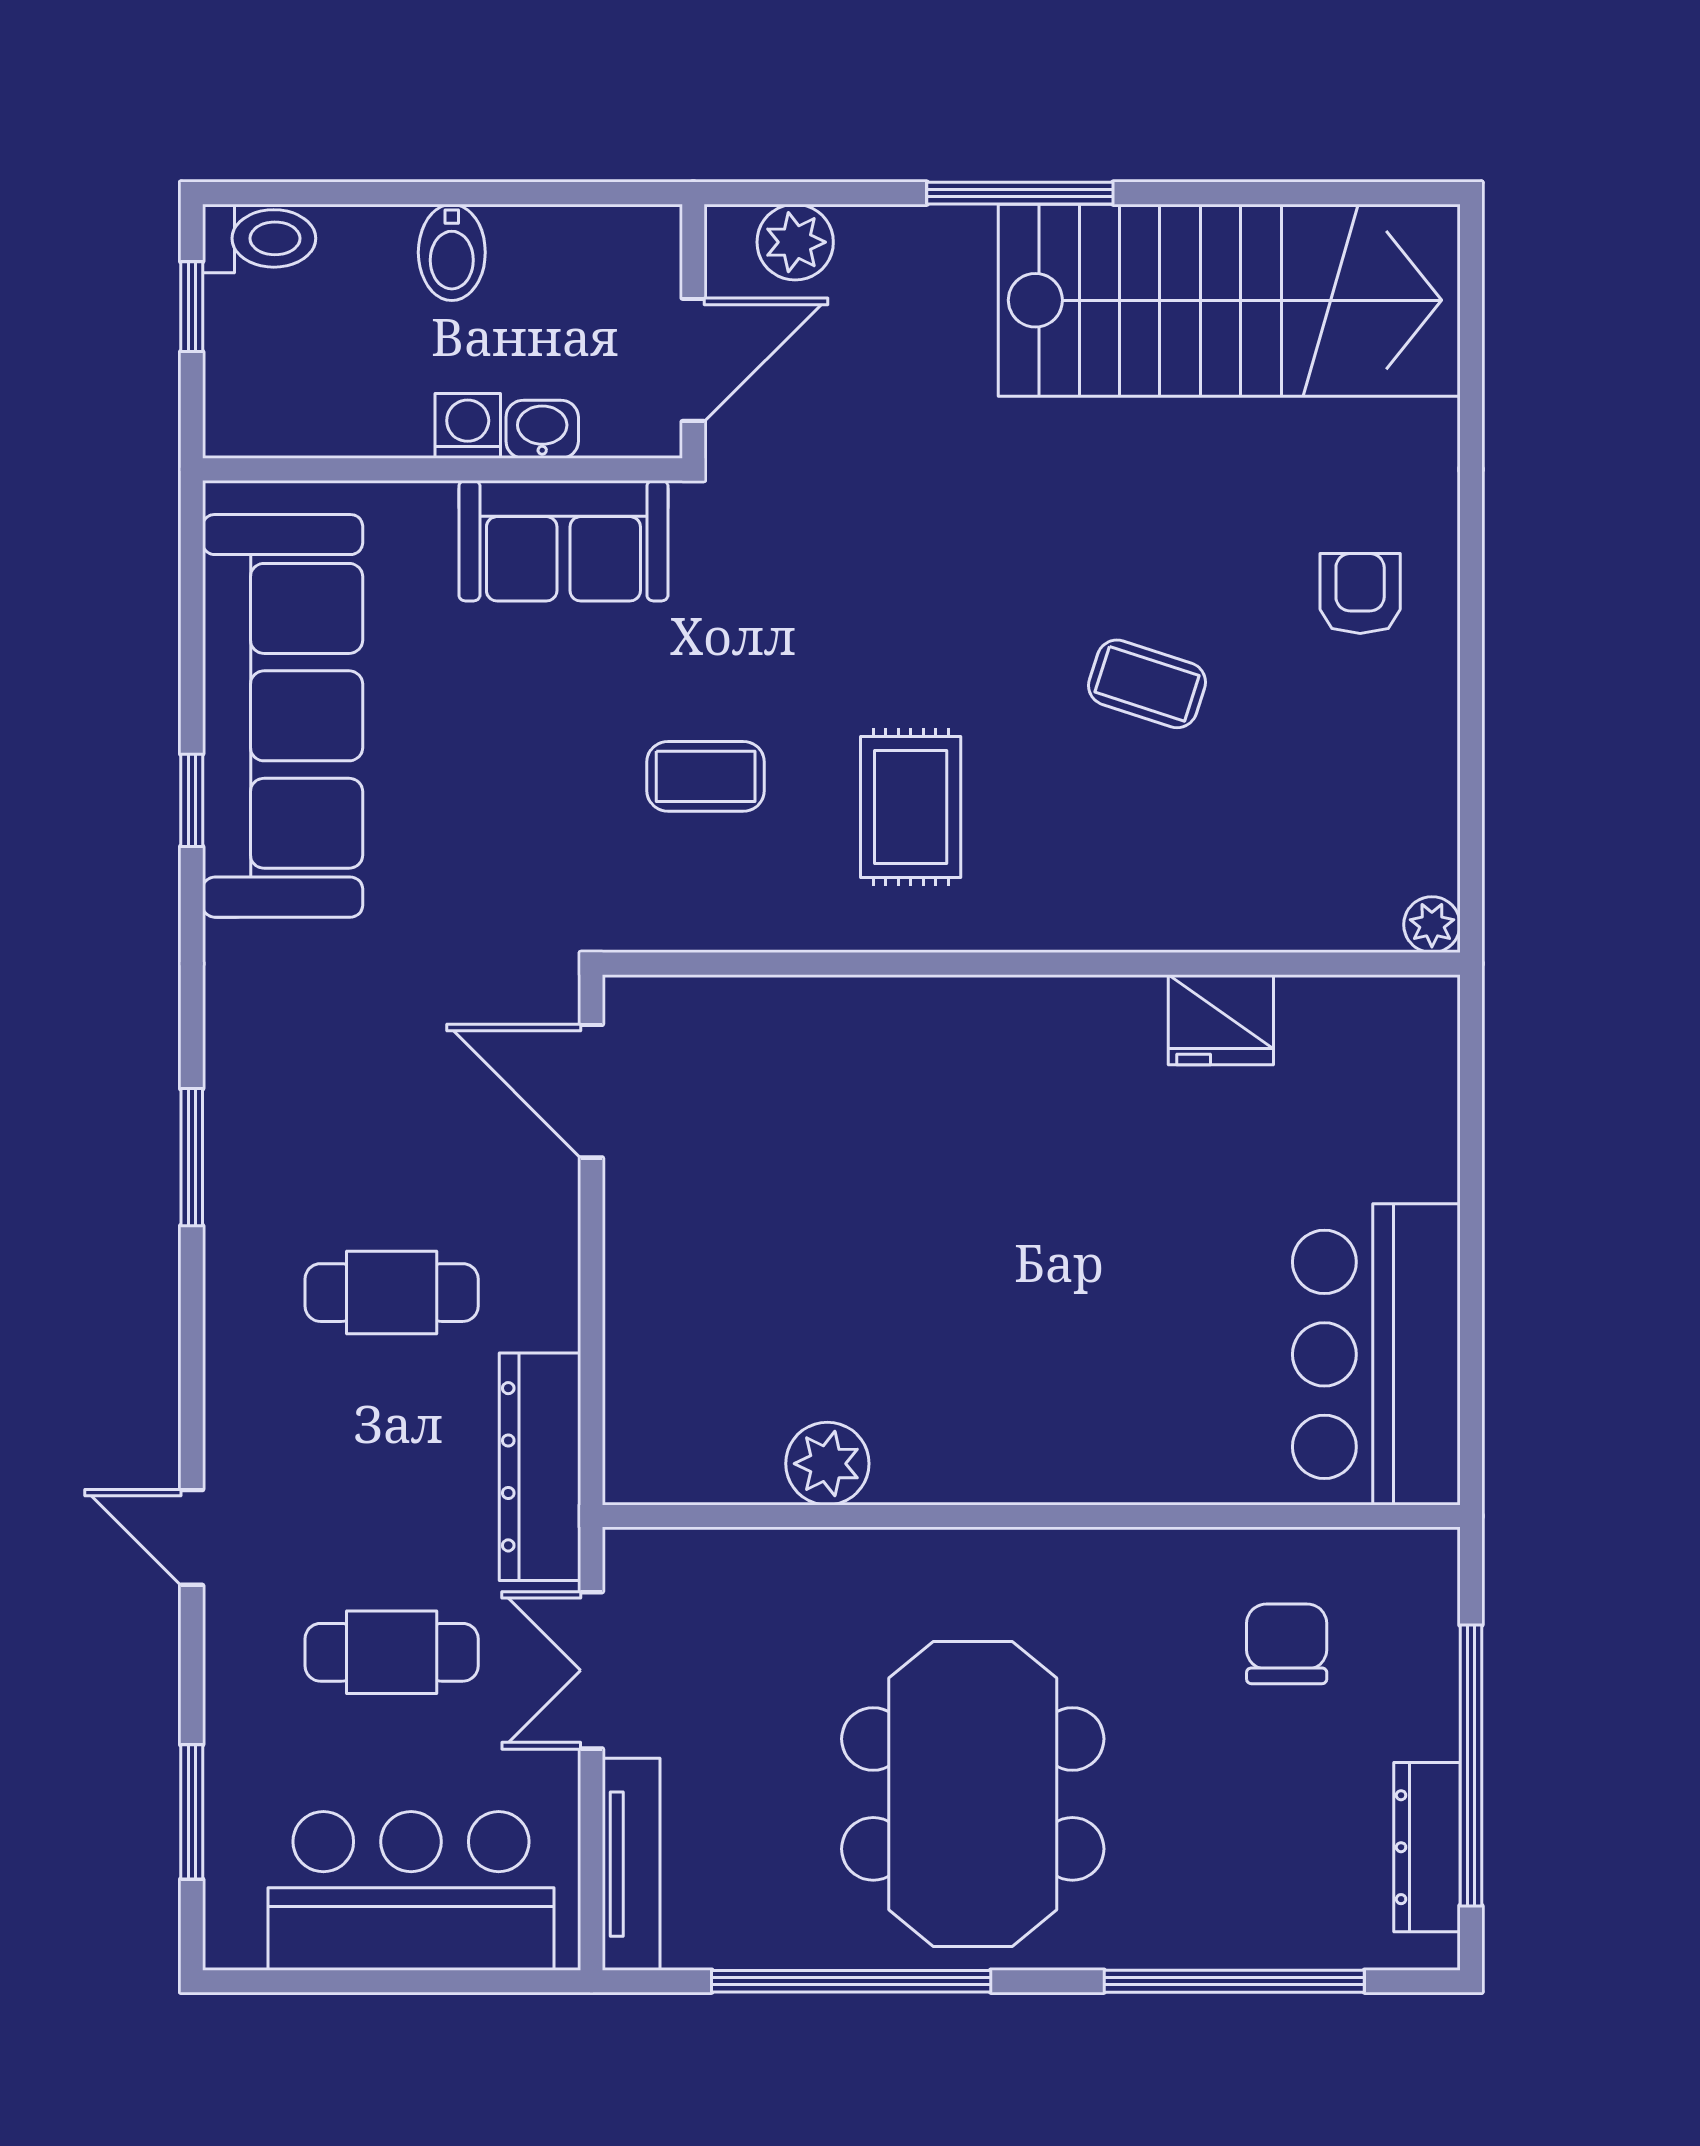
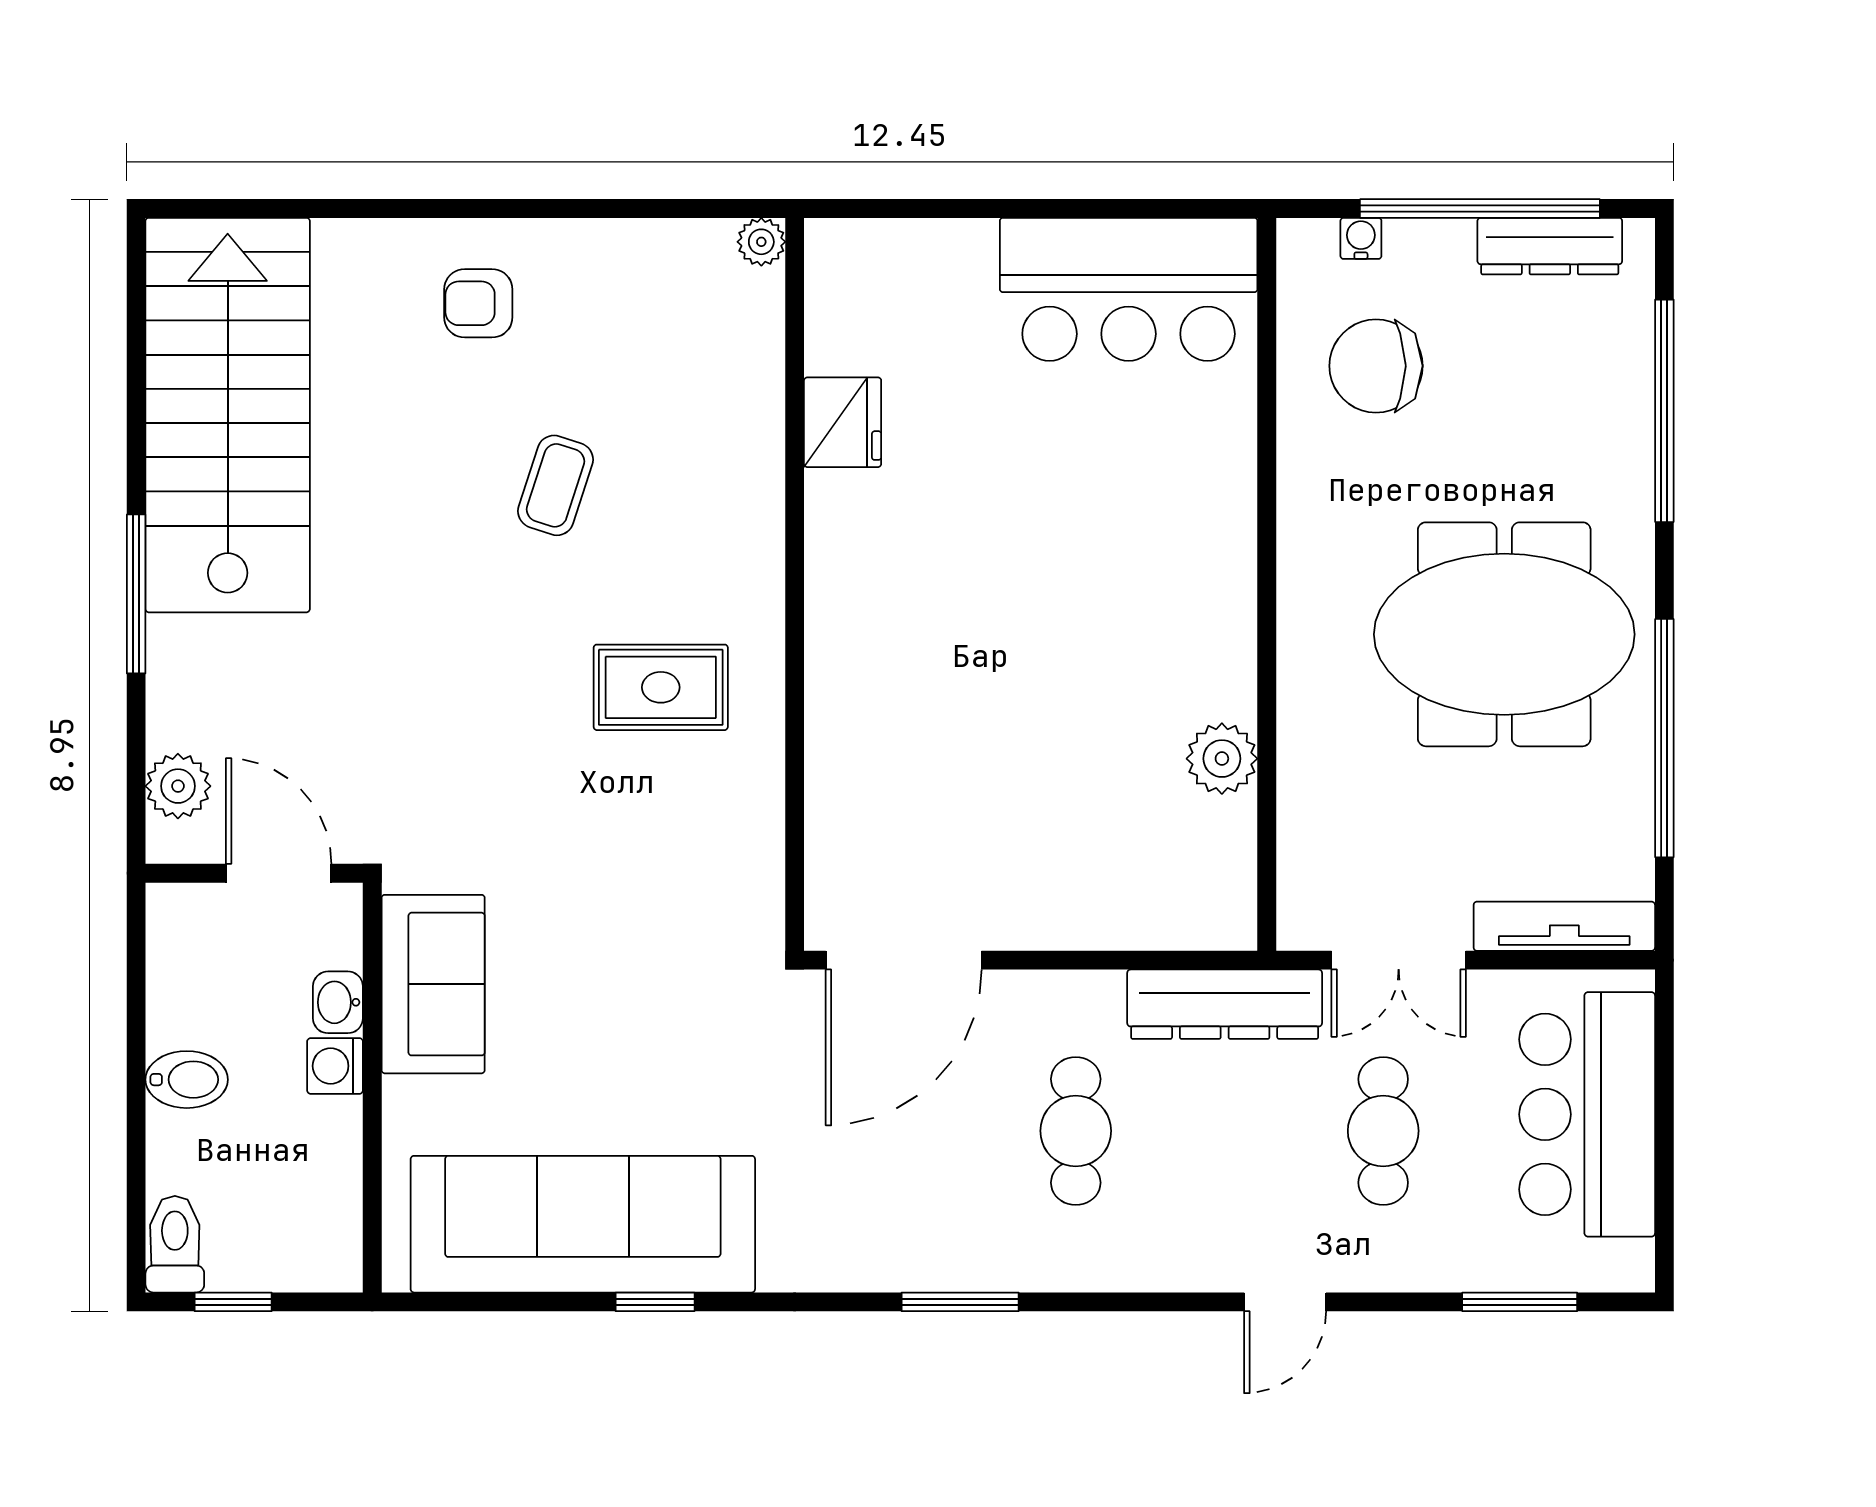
coffee table: (706, 776) -> (635, 863), removed
door: (591, 1091) -> (904, 960), width x1.36
water cooler: (1436, 1626) -> (1361, 238), added
chair: (1287, 1644) -> (1376, 366), width x1.37, depth x1.37

